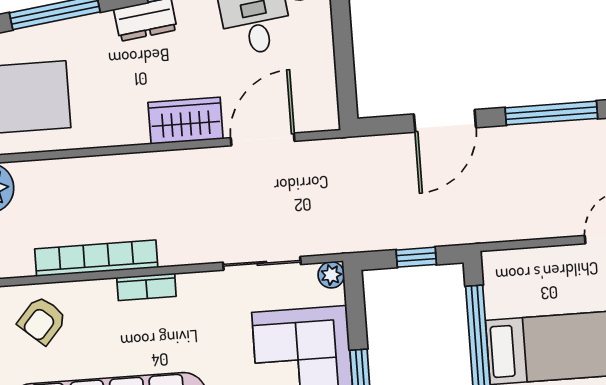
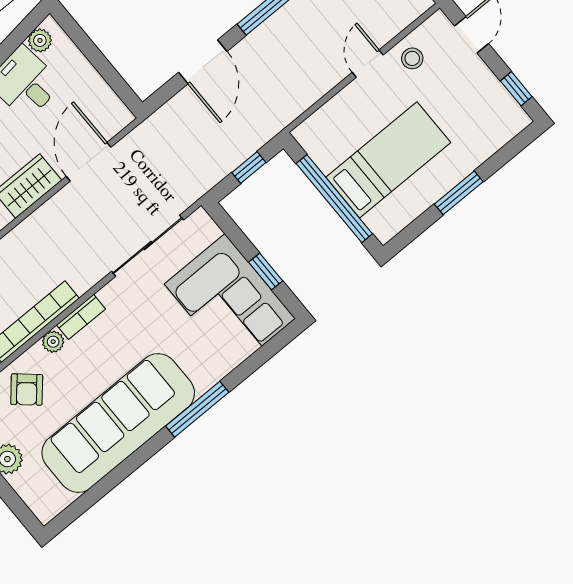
sliding door: (262, 263) -> (148, 246), width x1.37
plant: (331, 275) -> (53, 342), moved

